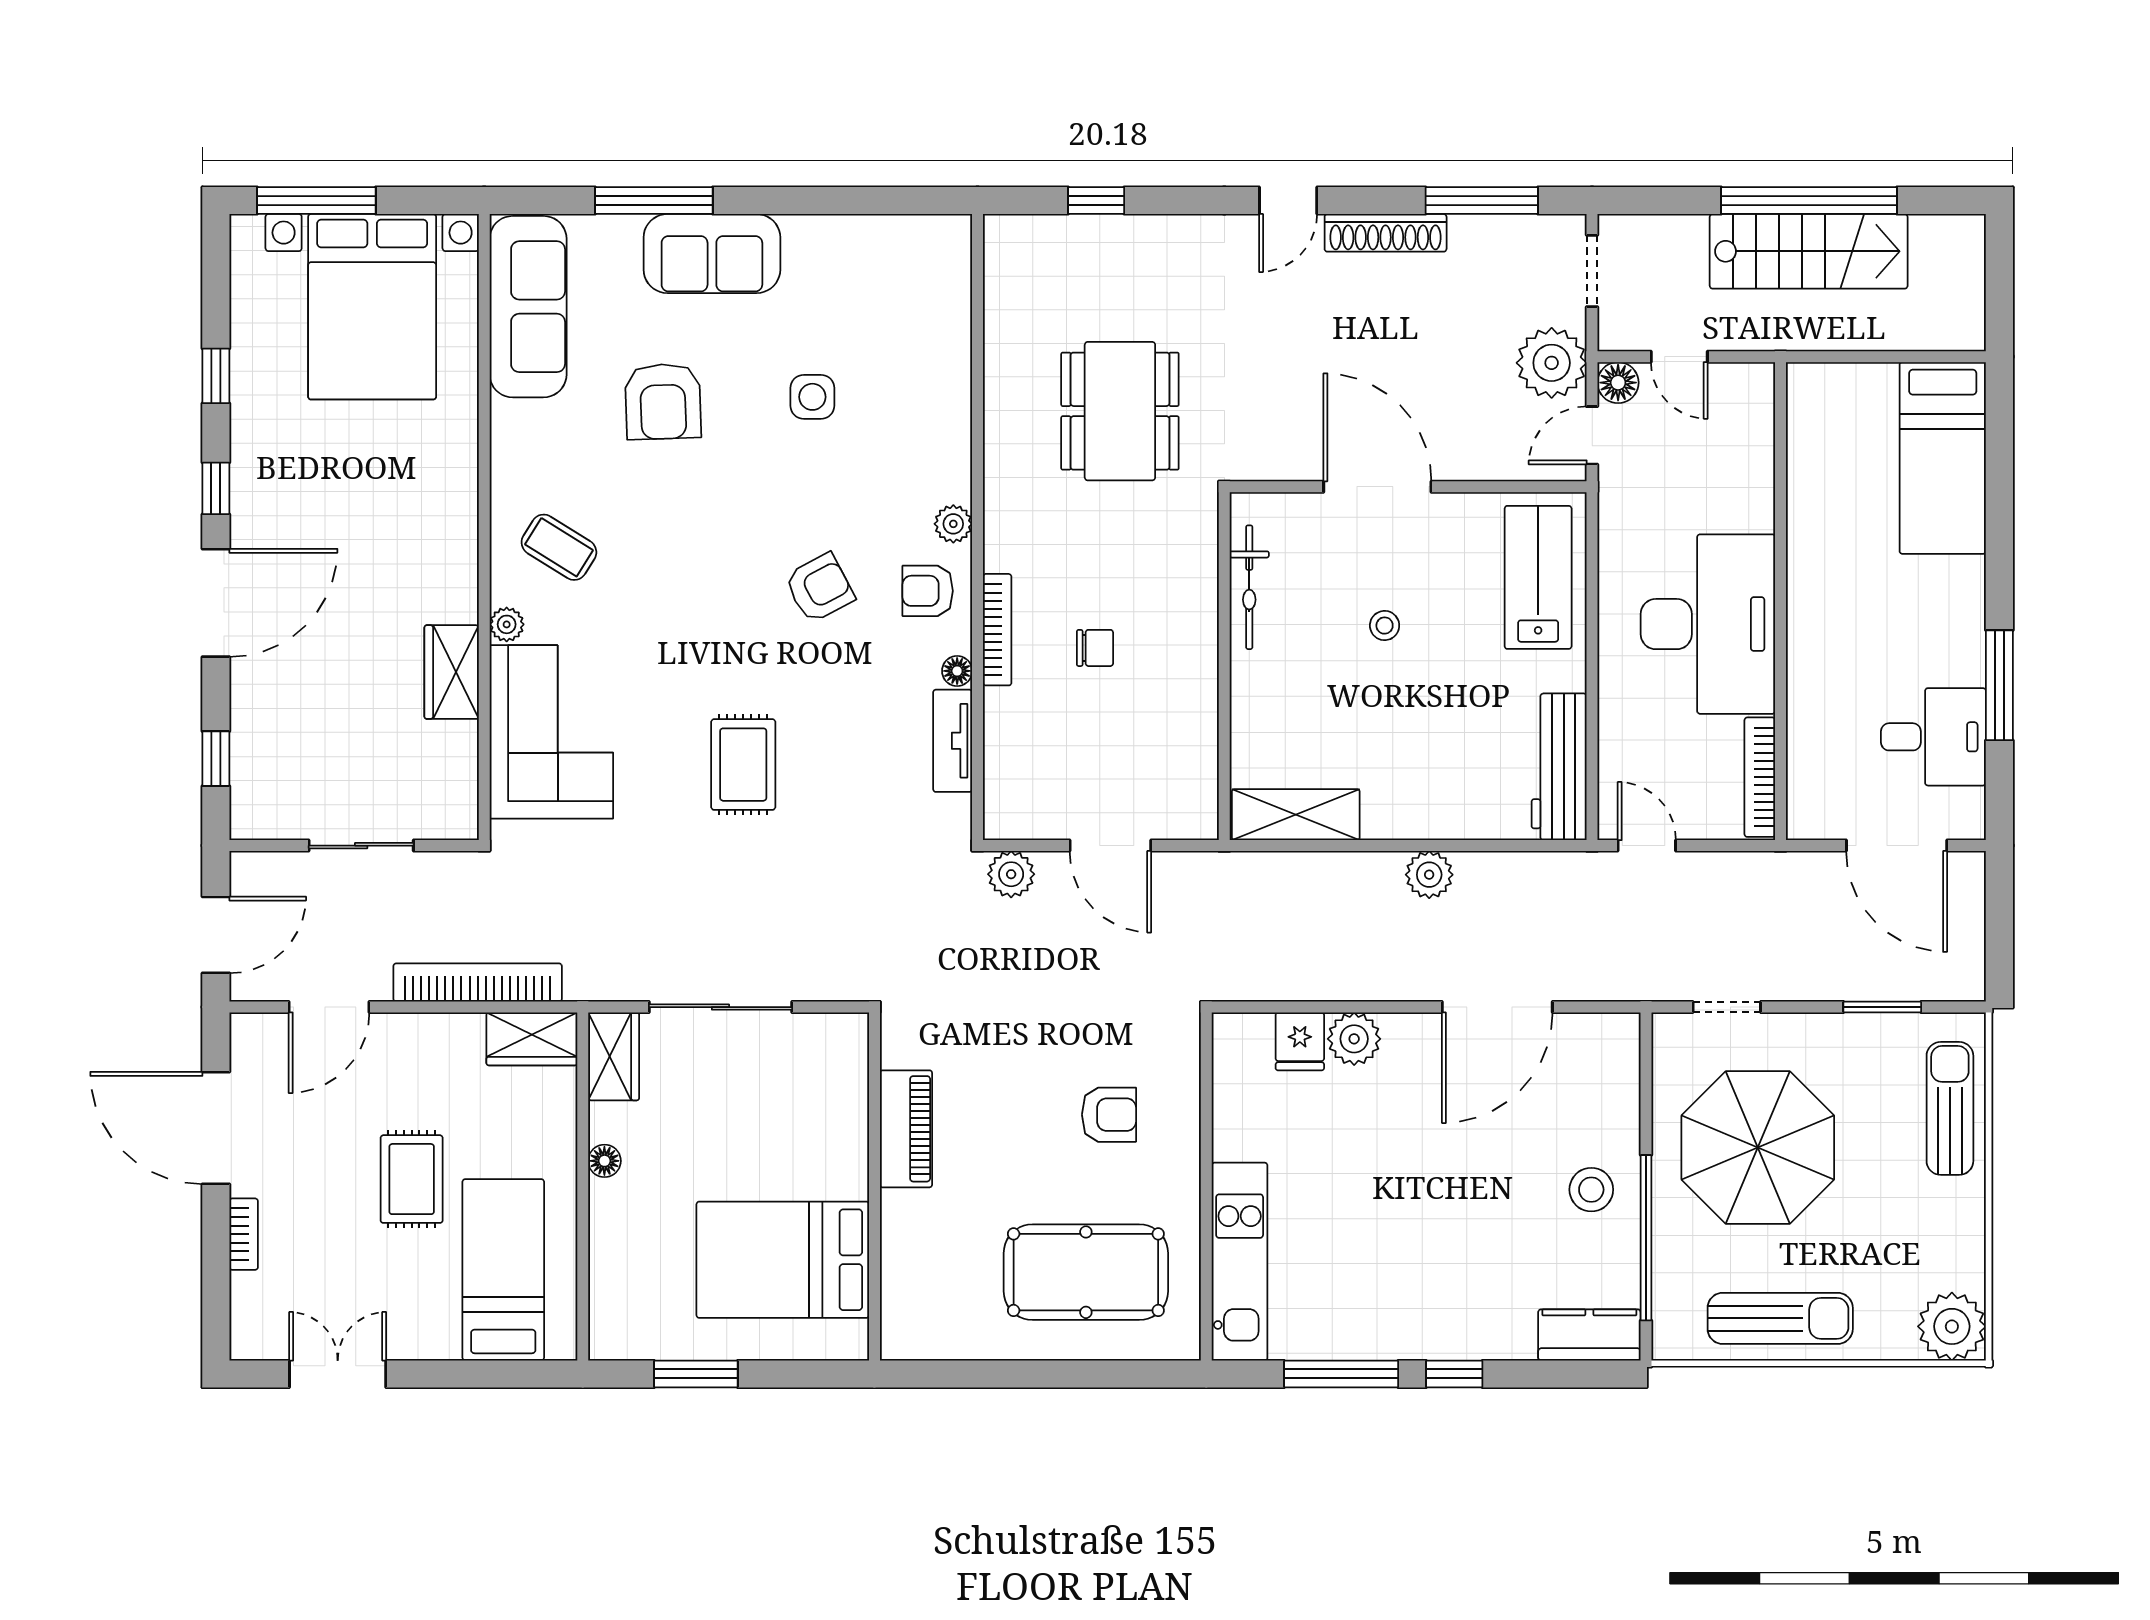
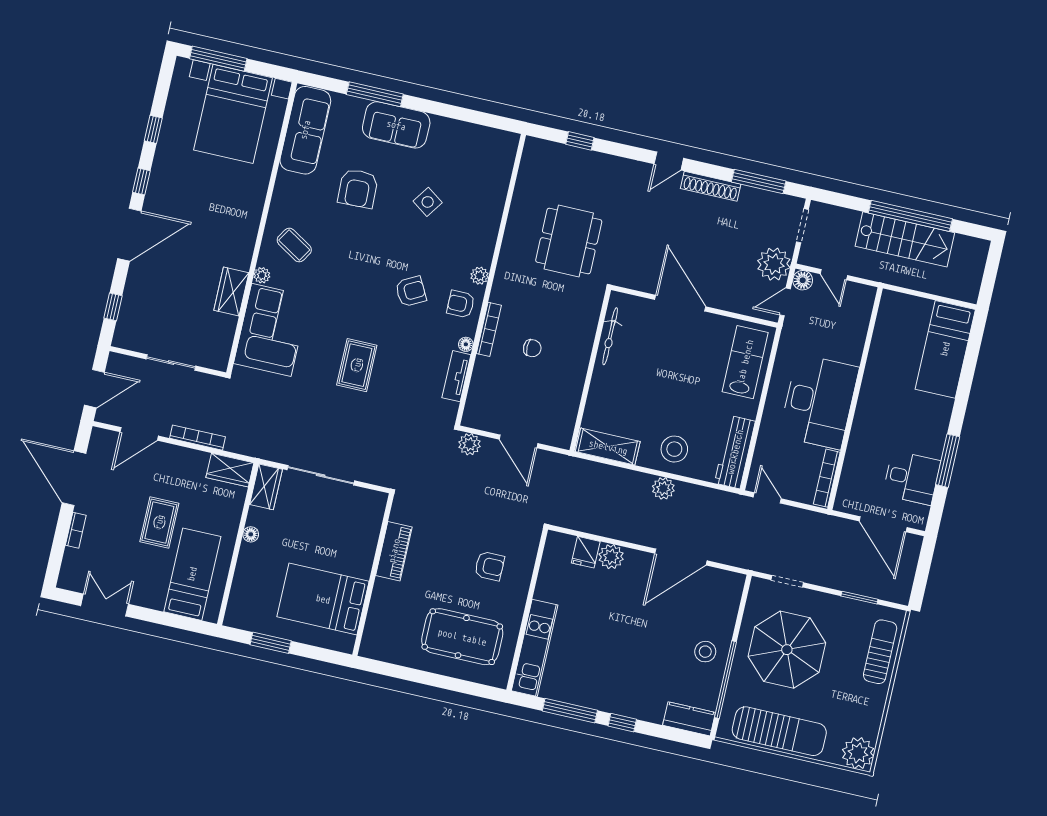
side table: (812, 397) -> (428, 202), turned 35
stool: (1385, 626) -> (674, 449), moved, width x1.89, depth x1.89
bookcase: (478, 983) -> (198, 438), width x0.68, depth x0.76
sun lounger: (1780, 1318) -> (779, 731), width x1.36, depth x1.34

